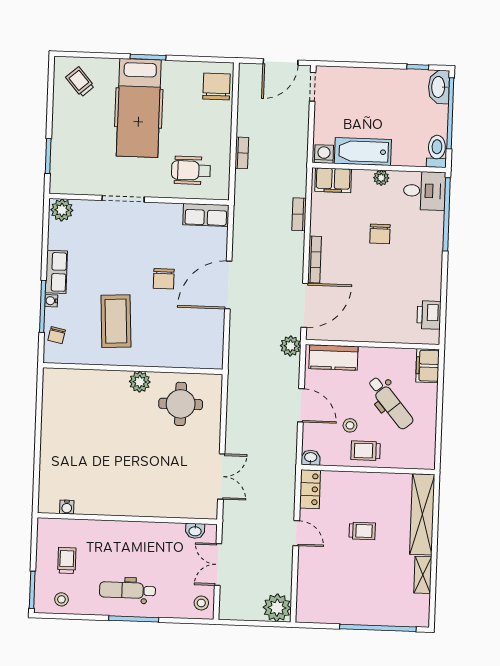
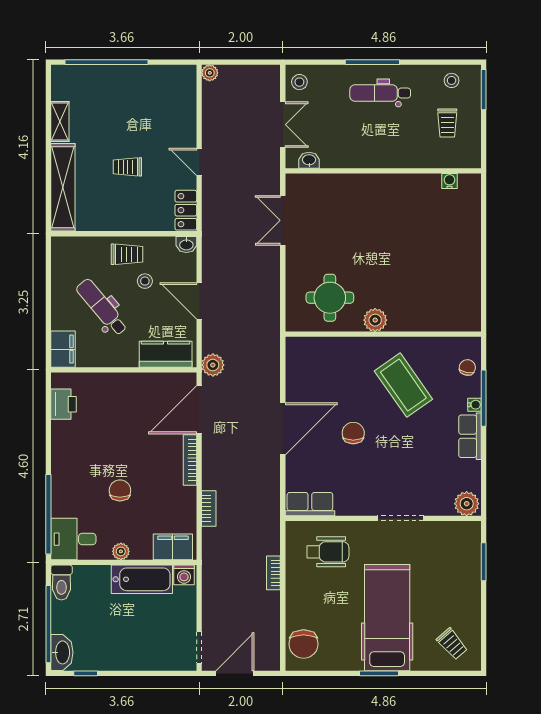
coffee table: (116, 321) -> (403, 385), turned -32
dental chair: (127, 590) -> (380, 93), turned 180
plant: (277, 608) -> (210, 73), width x0.53, depth x0.53

